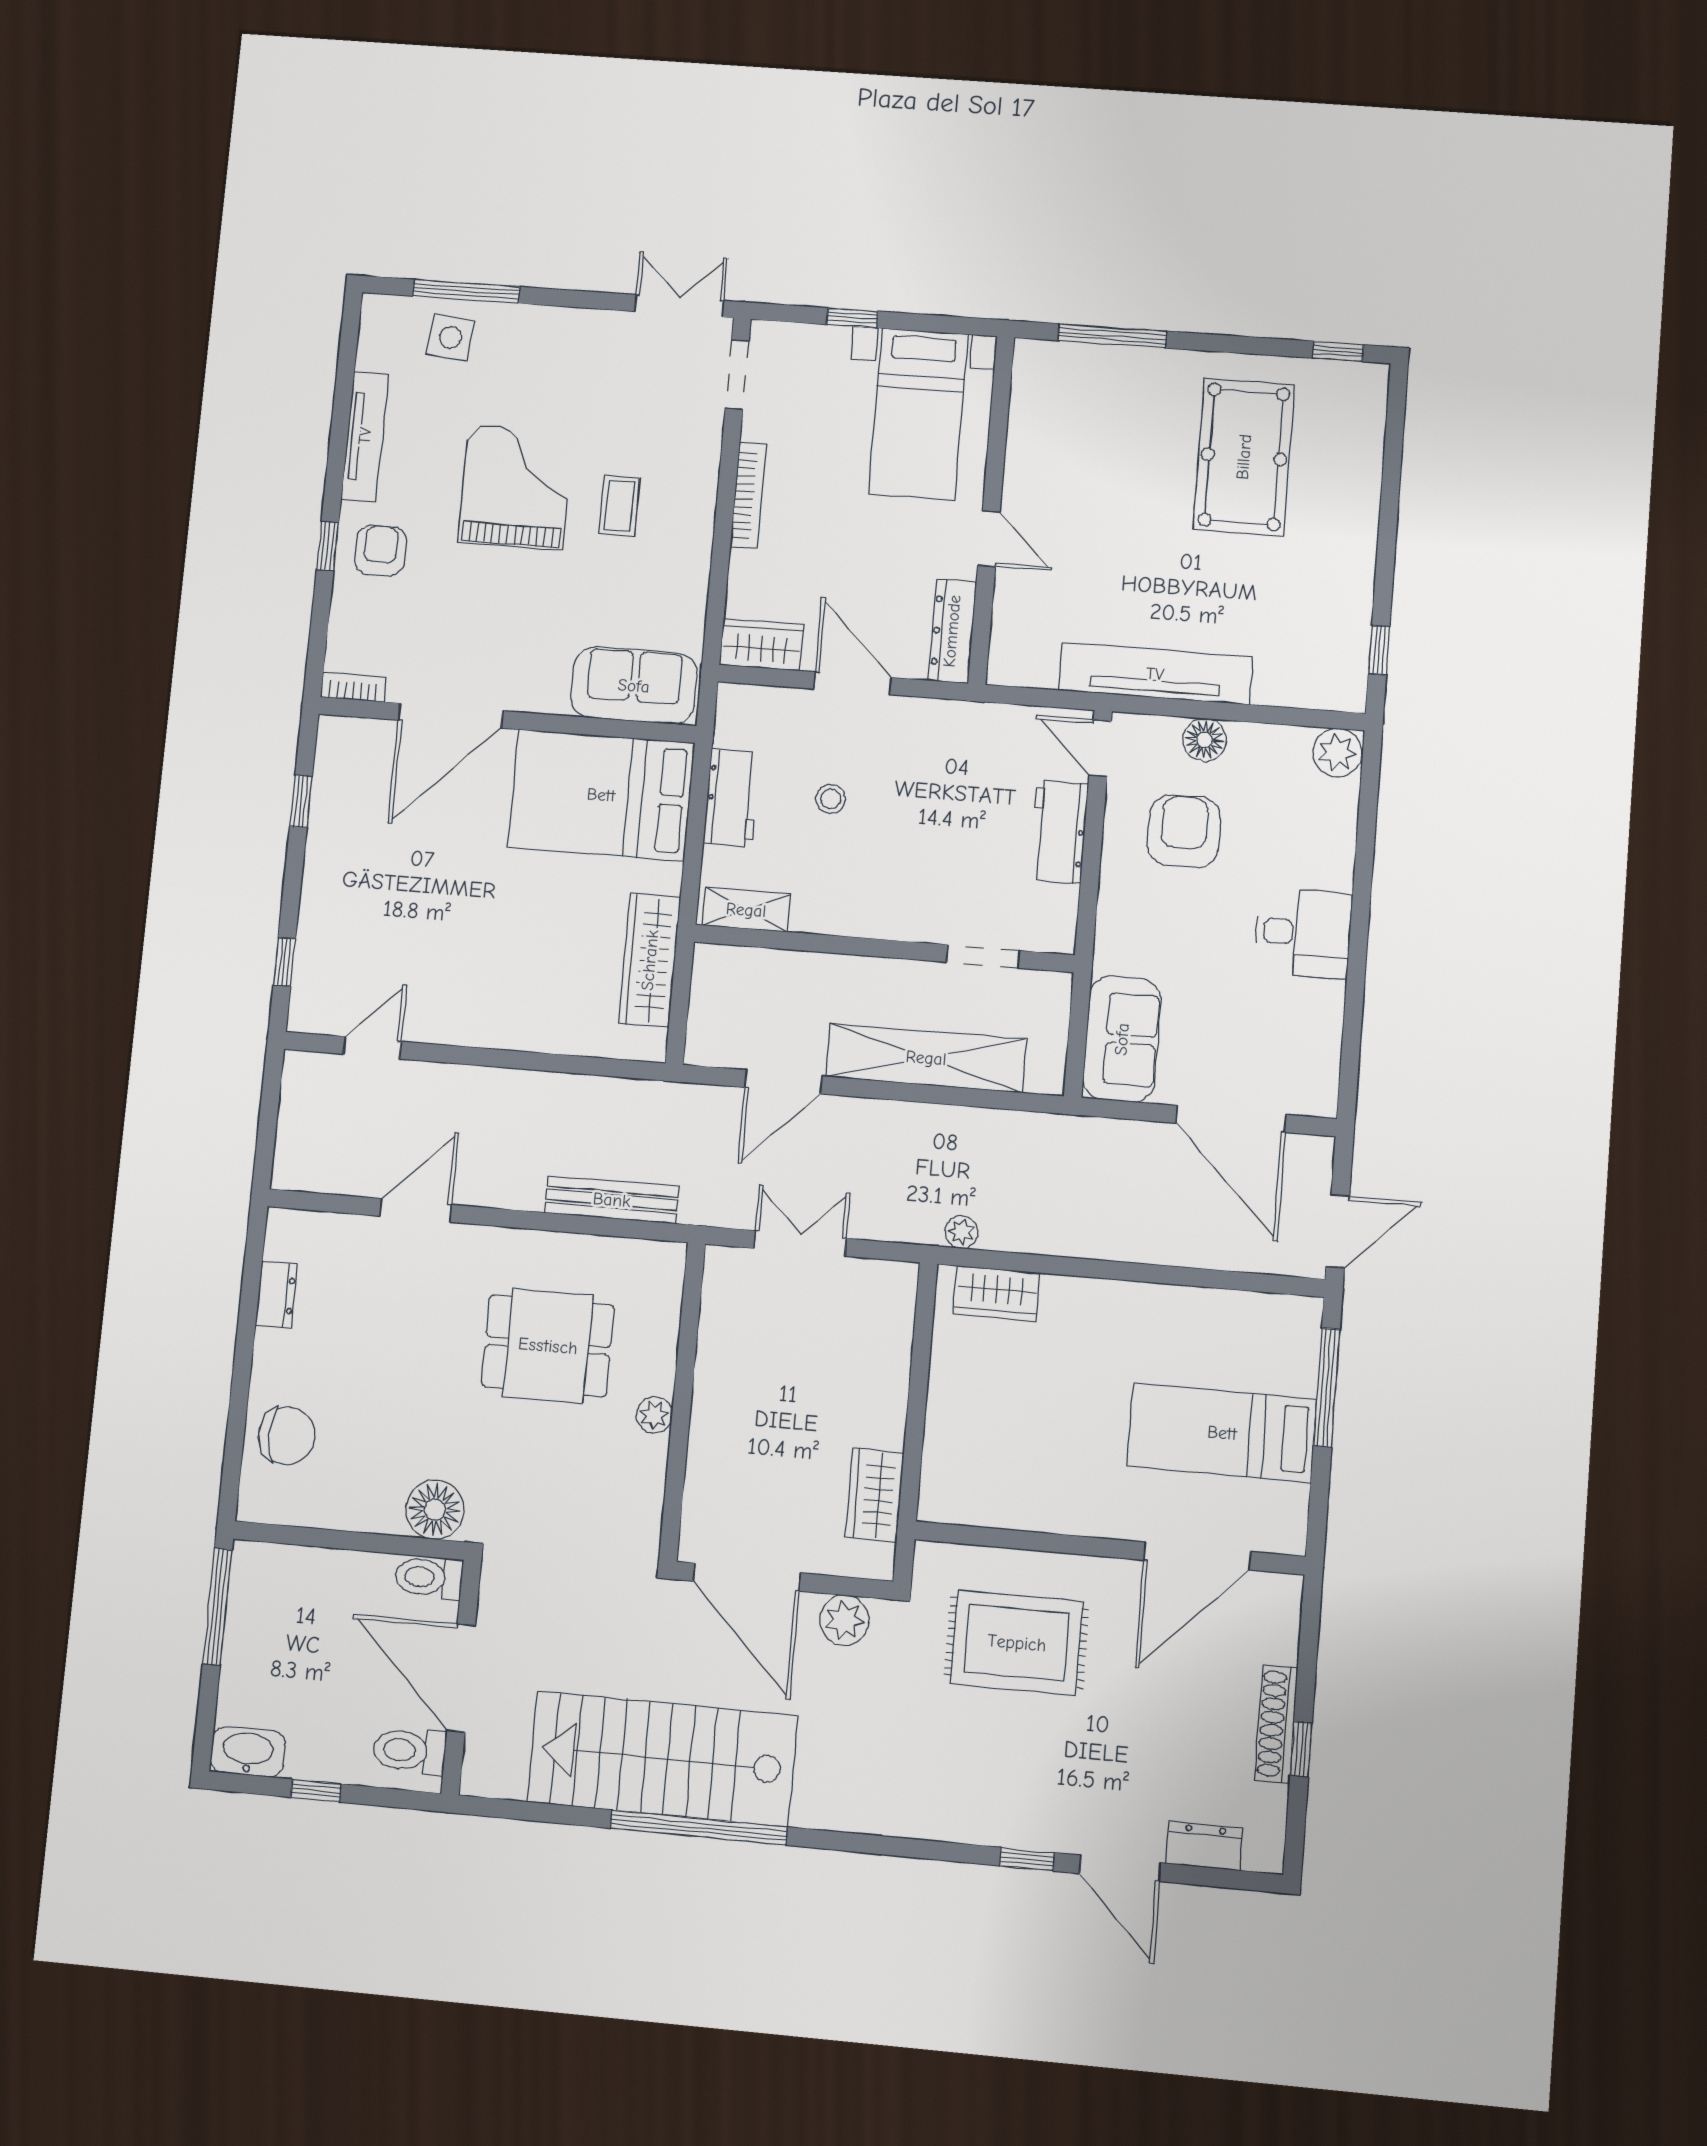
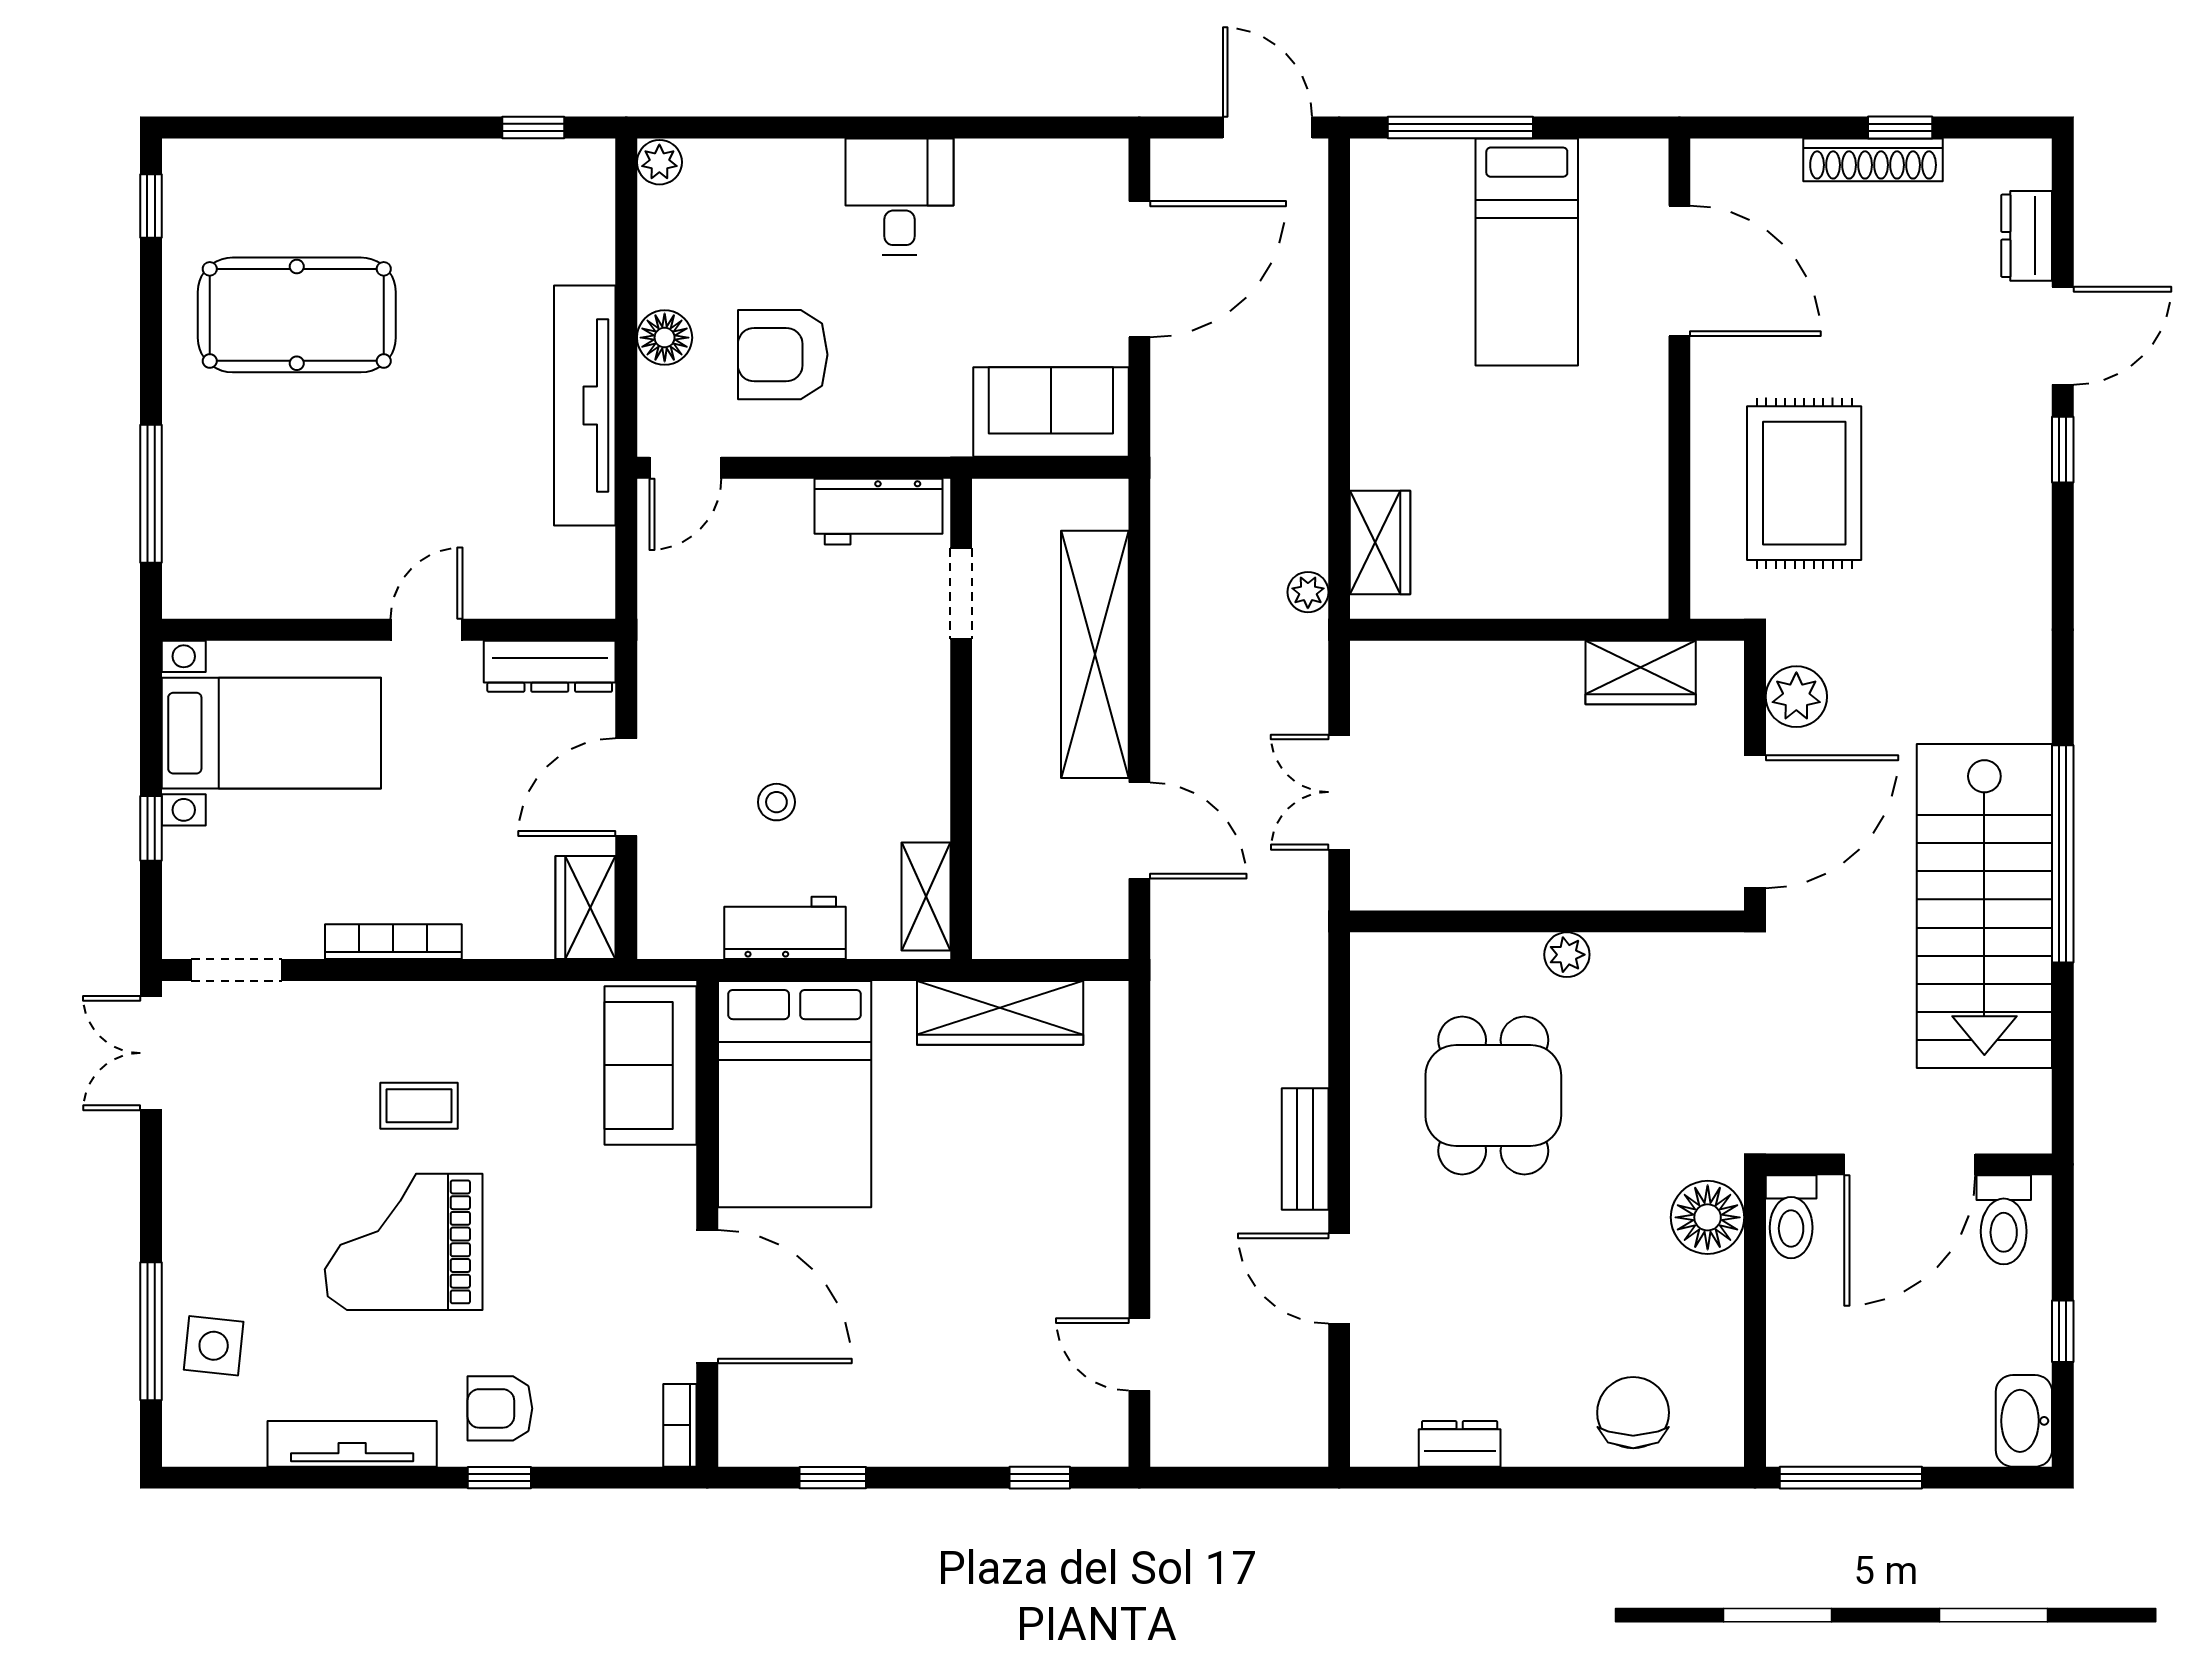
plant: (1337, 753) -> (659, 162), width x0.73, depth x0.73
workbench: (1059, 832) -> (879, 512), moved
bench: (612, 1200) -> (1305, 1149), moved, width x0.73

